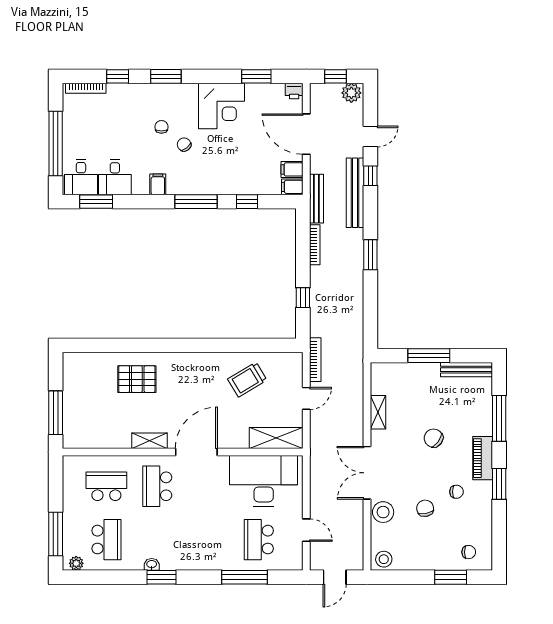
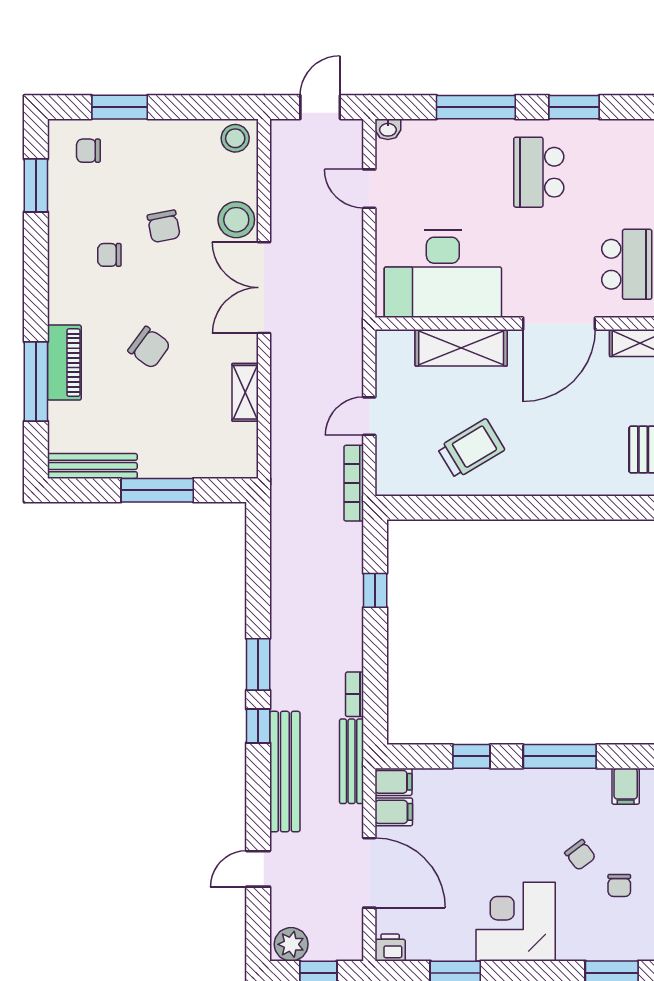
window: (370, 176) -> (258, 726), moved
bookcase: (315, 245) -> (354, 694), width x0.64
shelving: (276, 438) -> (461, 348), moved
piano: (483, 458) -> (64, 363), moved
double door: (367, 473) -> (264, 288), swing flipped
window: (499, 484) -> (36, 185), moved
school desk: (259, 540) -> (539, 172), moved, turned 180
washbasin: (152, 564) -> (388, 129), moved
window: (161, 577) -> (574, 107), moved

